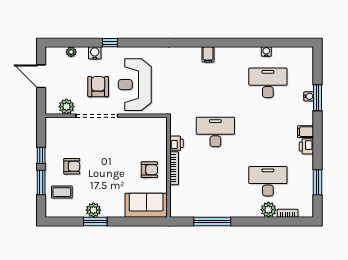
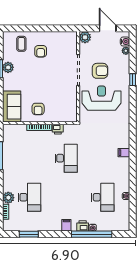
water cooler: (95, 53) -> (125, 42), moved
door: (41, 76) -> (108, 28), hinge flipped
window: (318, 98) -> (92, 234), width x2.11
plant: (66, 107) -> (85, 37), moved
printer: (306, 146) -> (83, 226), moved
window: (41, 155) -> (49, 28), removed
window: (41, 183) -> (29, 28), removed

